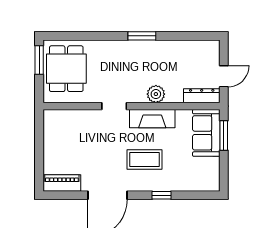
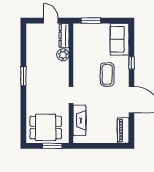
window: (39, 60) -> (52, 146), moved
plant: (156, 94) -> (63, 55), moved
fireplace: (152, 119) -> (79, 120), moved
sofa: (206, 133) -> (120, 39), moved, turned 90

